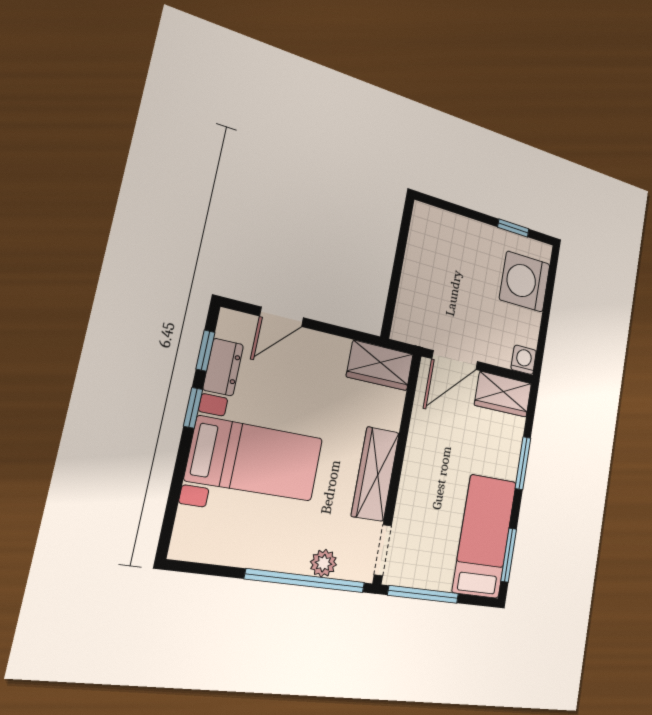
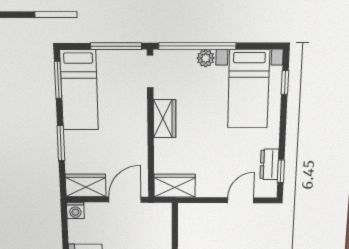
window: (193, 408) -> (285, 82), moved
bed with nightstands: (255, 459) -> (248, 89), moved, turned -90
wardrobe: (375, 474) -> (165, 119), width x0.67
plant: (324, 563) -> (206, 58), moved

